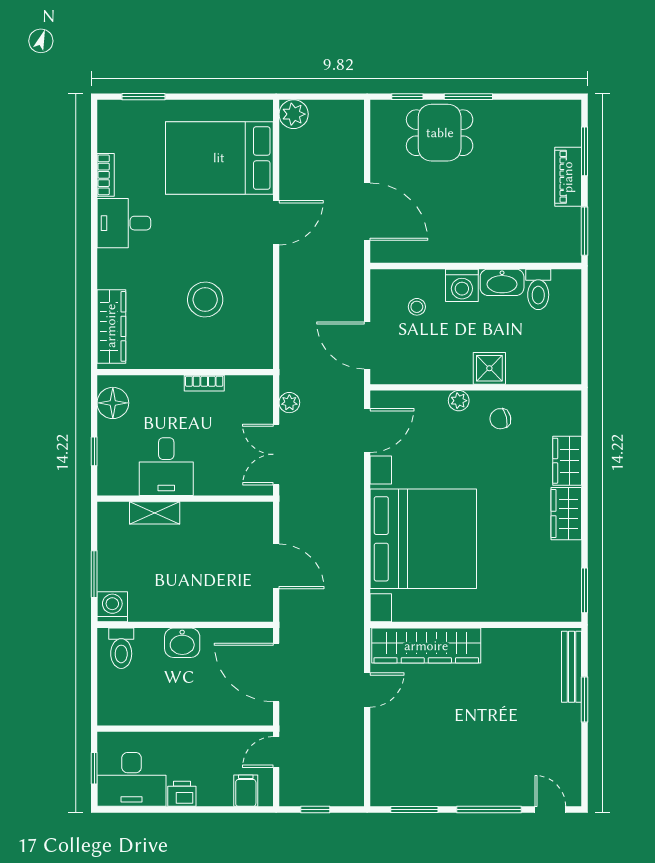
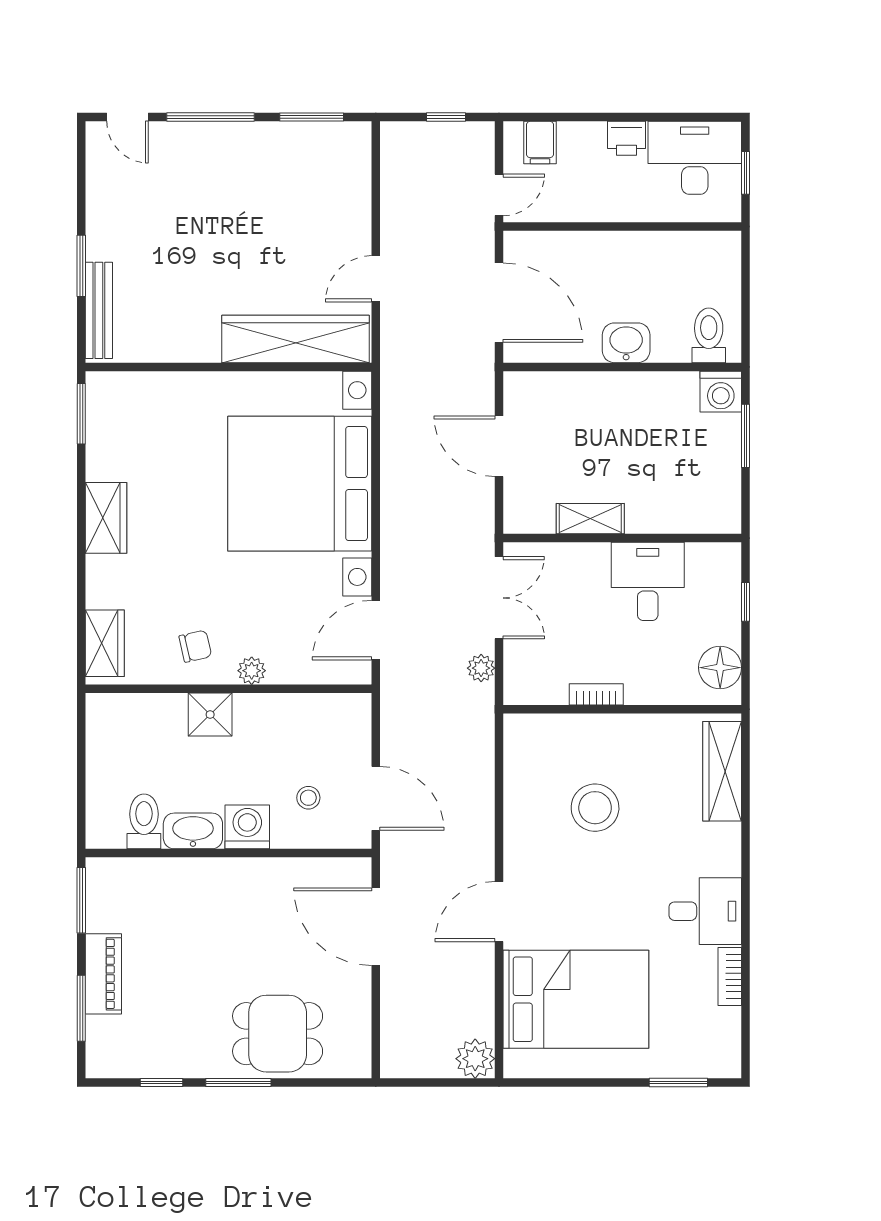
window: (407, 97) -> (161, 1082), moved
door: (367, 345) -> (376, 798), moved
wardrobe: (567, 461) -> (105, 643), moved
shelving: (155, 513) -> (590, 519), moved

